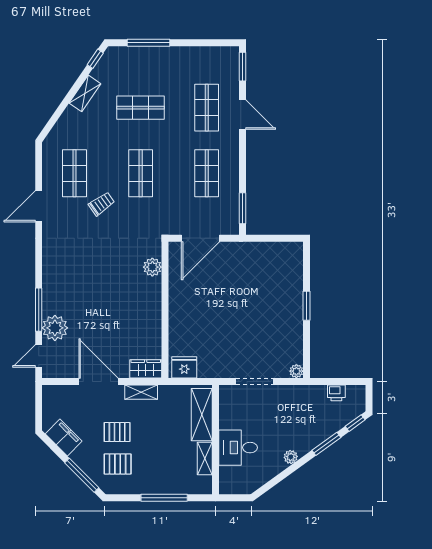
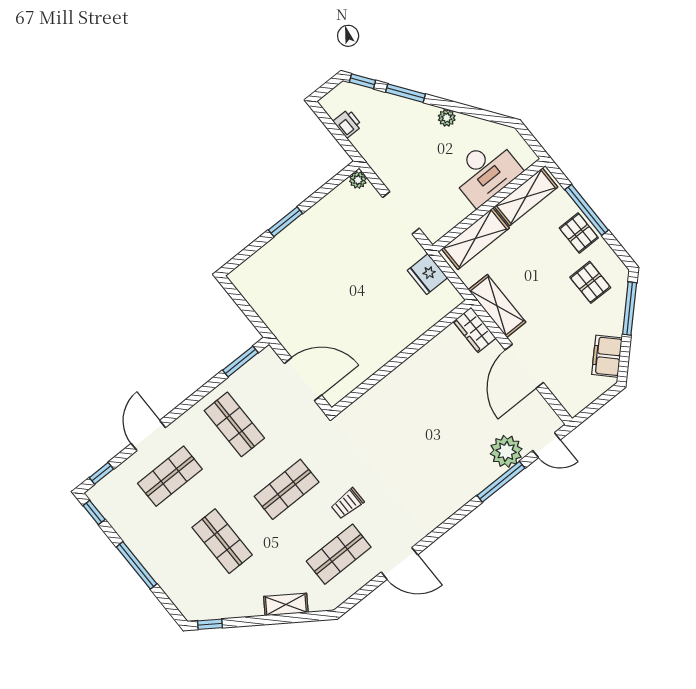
window: (148, 43) -> (137, 565), moved
window: (222, 43) -> (94, 513), added
window: (243, 67) -> (101, 473), width x0.67
shelving: (85, 93) -> (286, 604), moved
shop shelf: (207, 173) -> (234, 424), turned 90
trolley: (102, 204) -> (347, 503), turned -55
plant: (152, 267) -> (369, 404), removed
fridge: (184, 367) -> (427, 274), moved
shelving: (141, 392) -> (497, 306), width x1.50, depth x1.33
pallet: (117, 432) -> (579, 233), moved
desk: (238, 448) -> (485, 172), width x1.37
shelving: (205, 458) -> (526, 197), width x1.50, depth x1.33

